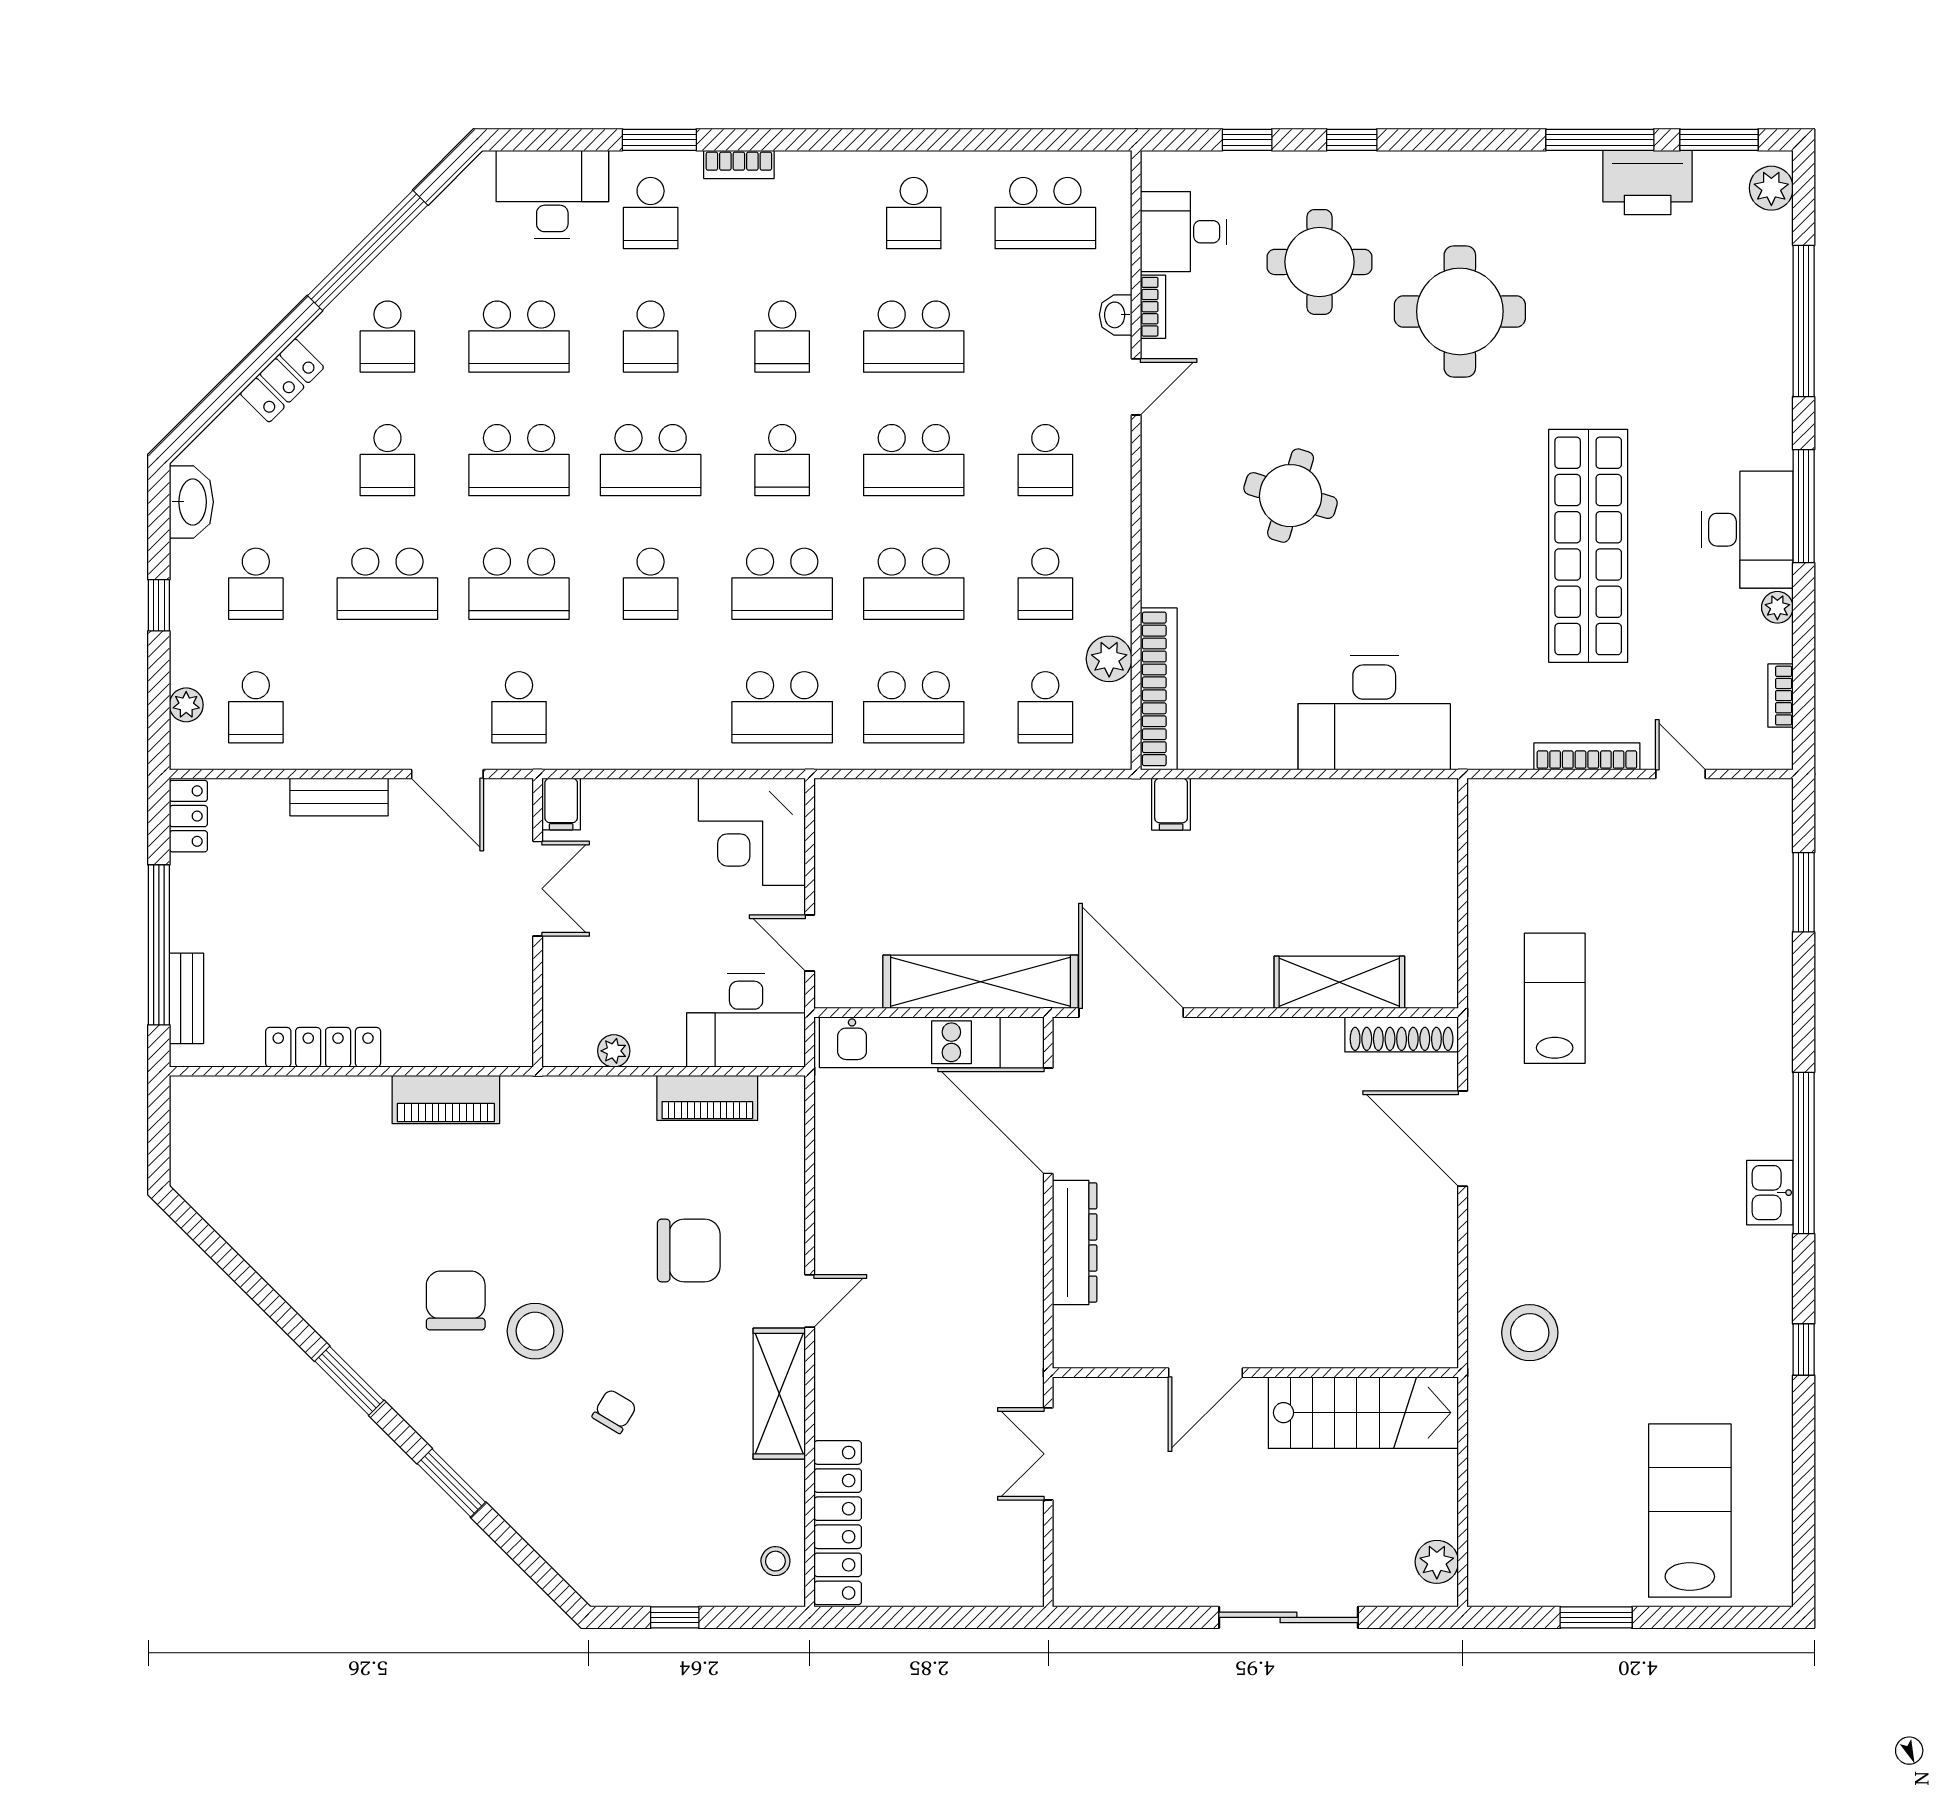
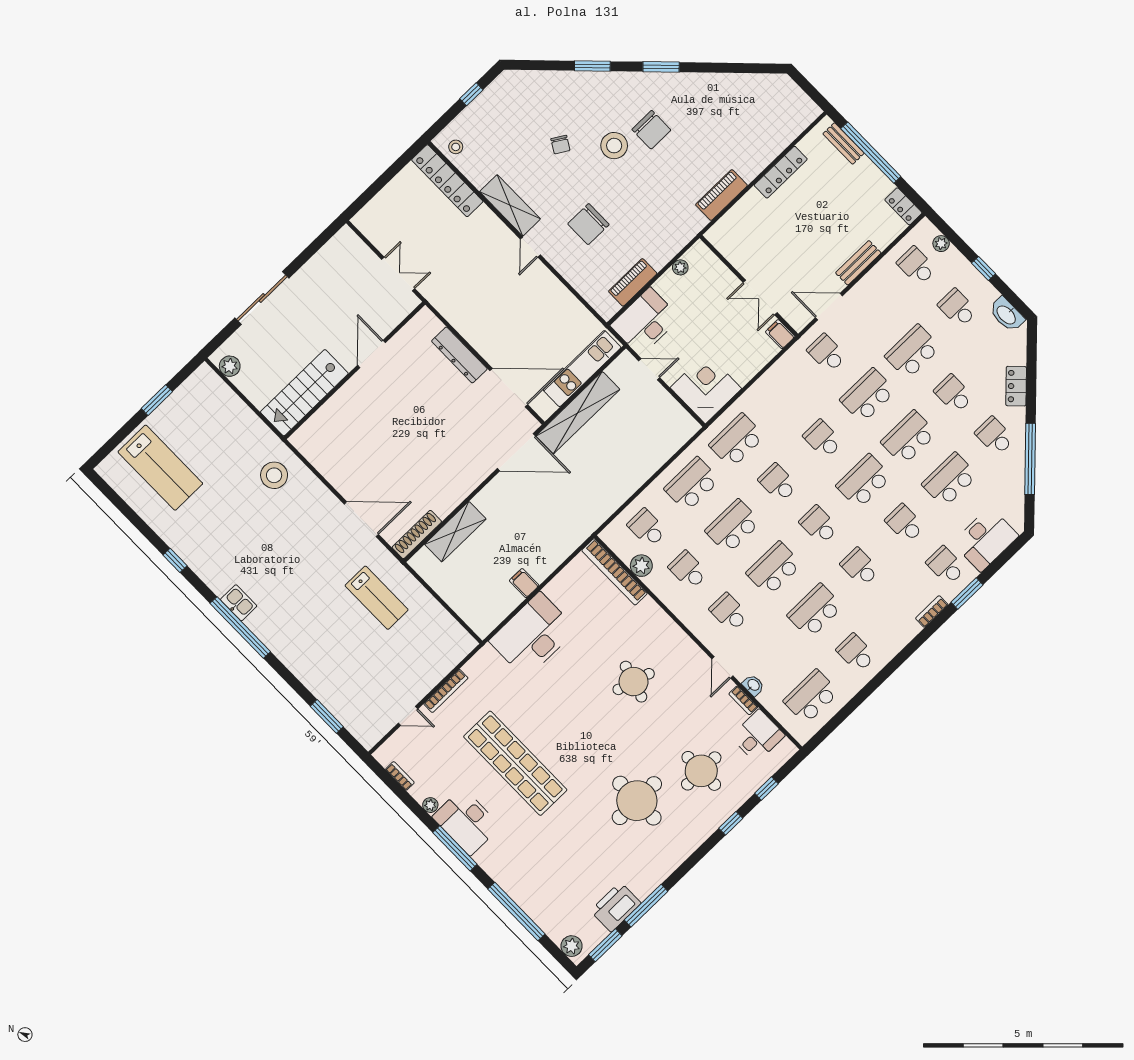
school desk: (782, 584) -> (778, 483), width x0.54
filing cabinet: (1171, 804) -> (524, 583), moved

